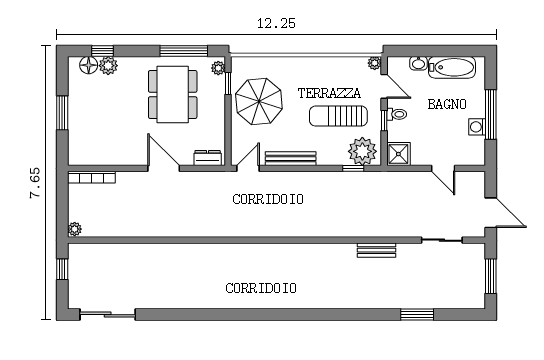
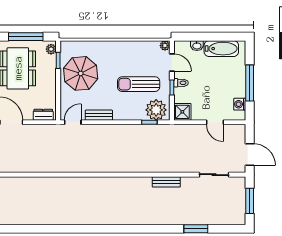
washing machine: (477, 127) -> (240, 104), moved
bench: (291, 159) -> (99, 115), width x0.73

